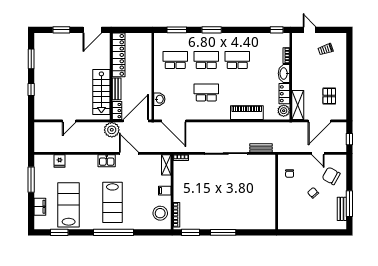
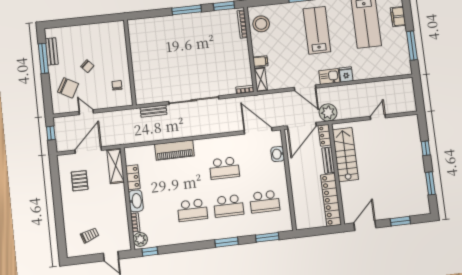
plant: (284, 111) -> (140, 239), moved
fridge: (60, 161) -> (346, 74), moved
filing cabinet: (165, 191) -> (260, 61), moved

